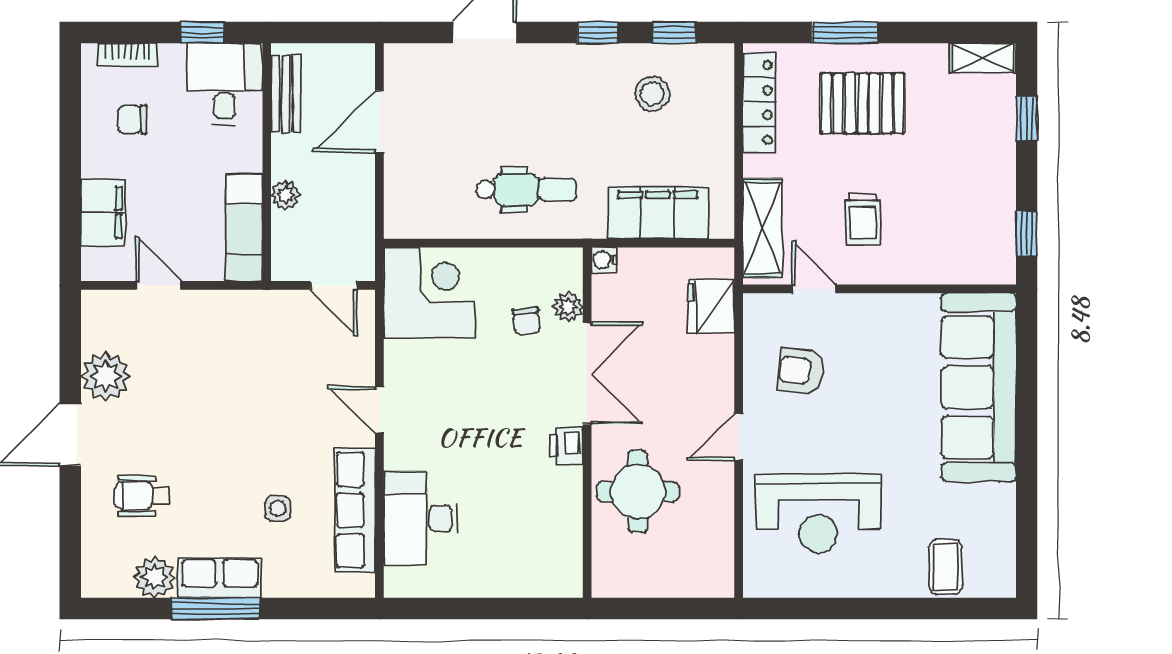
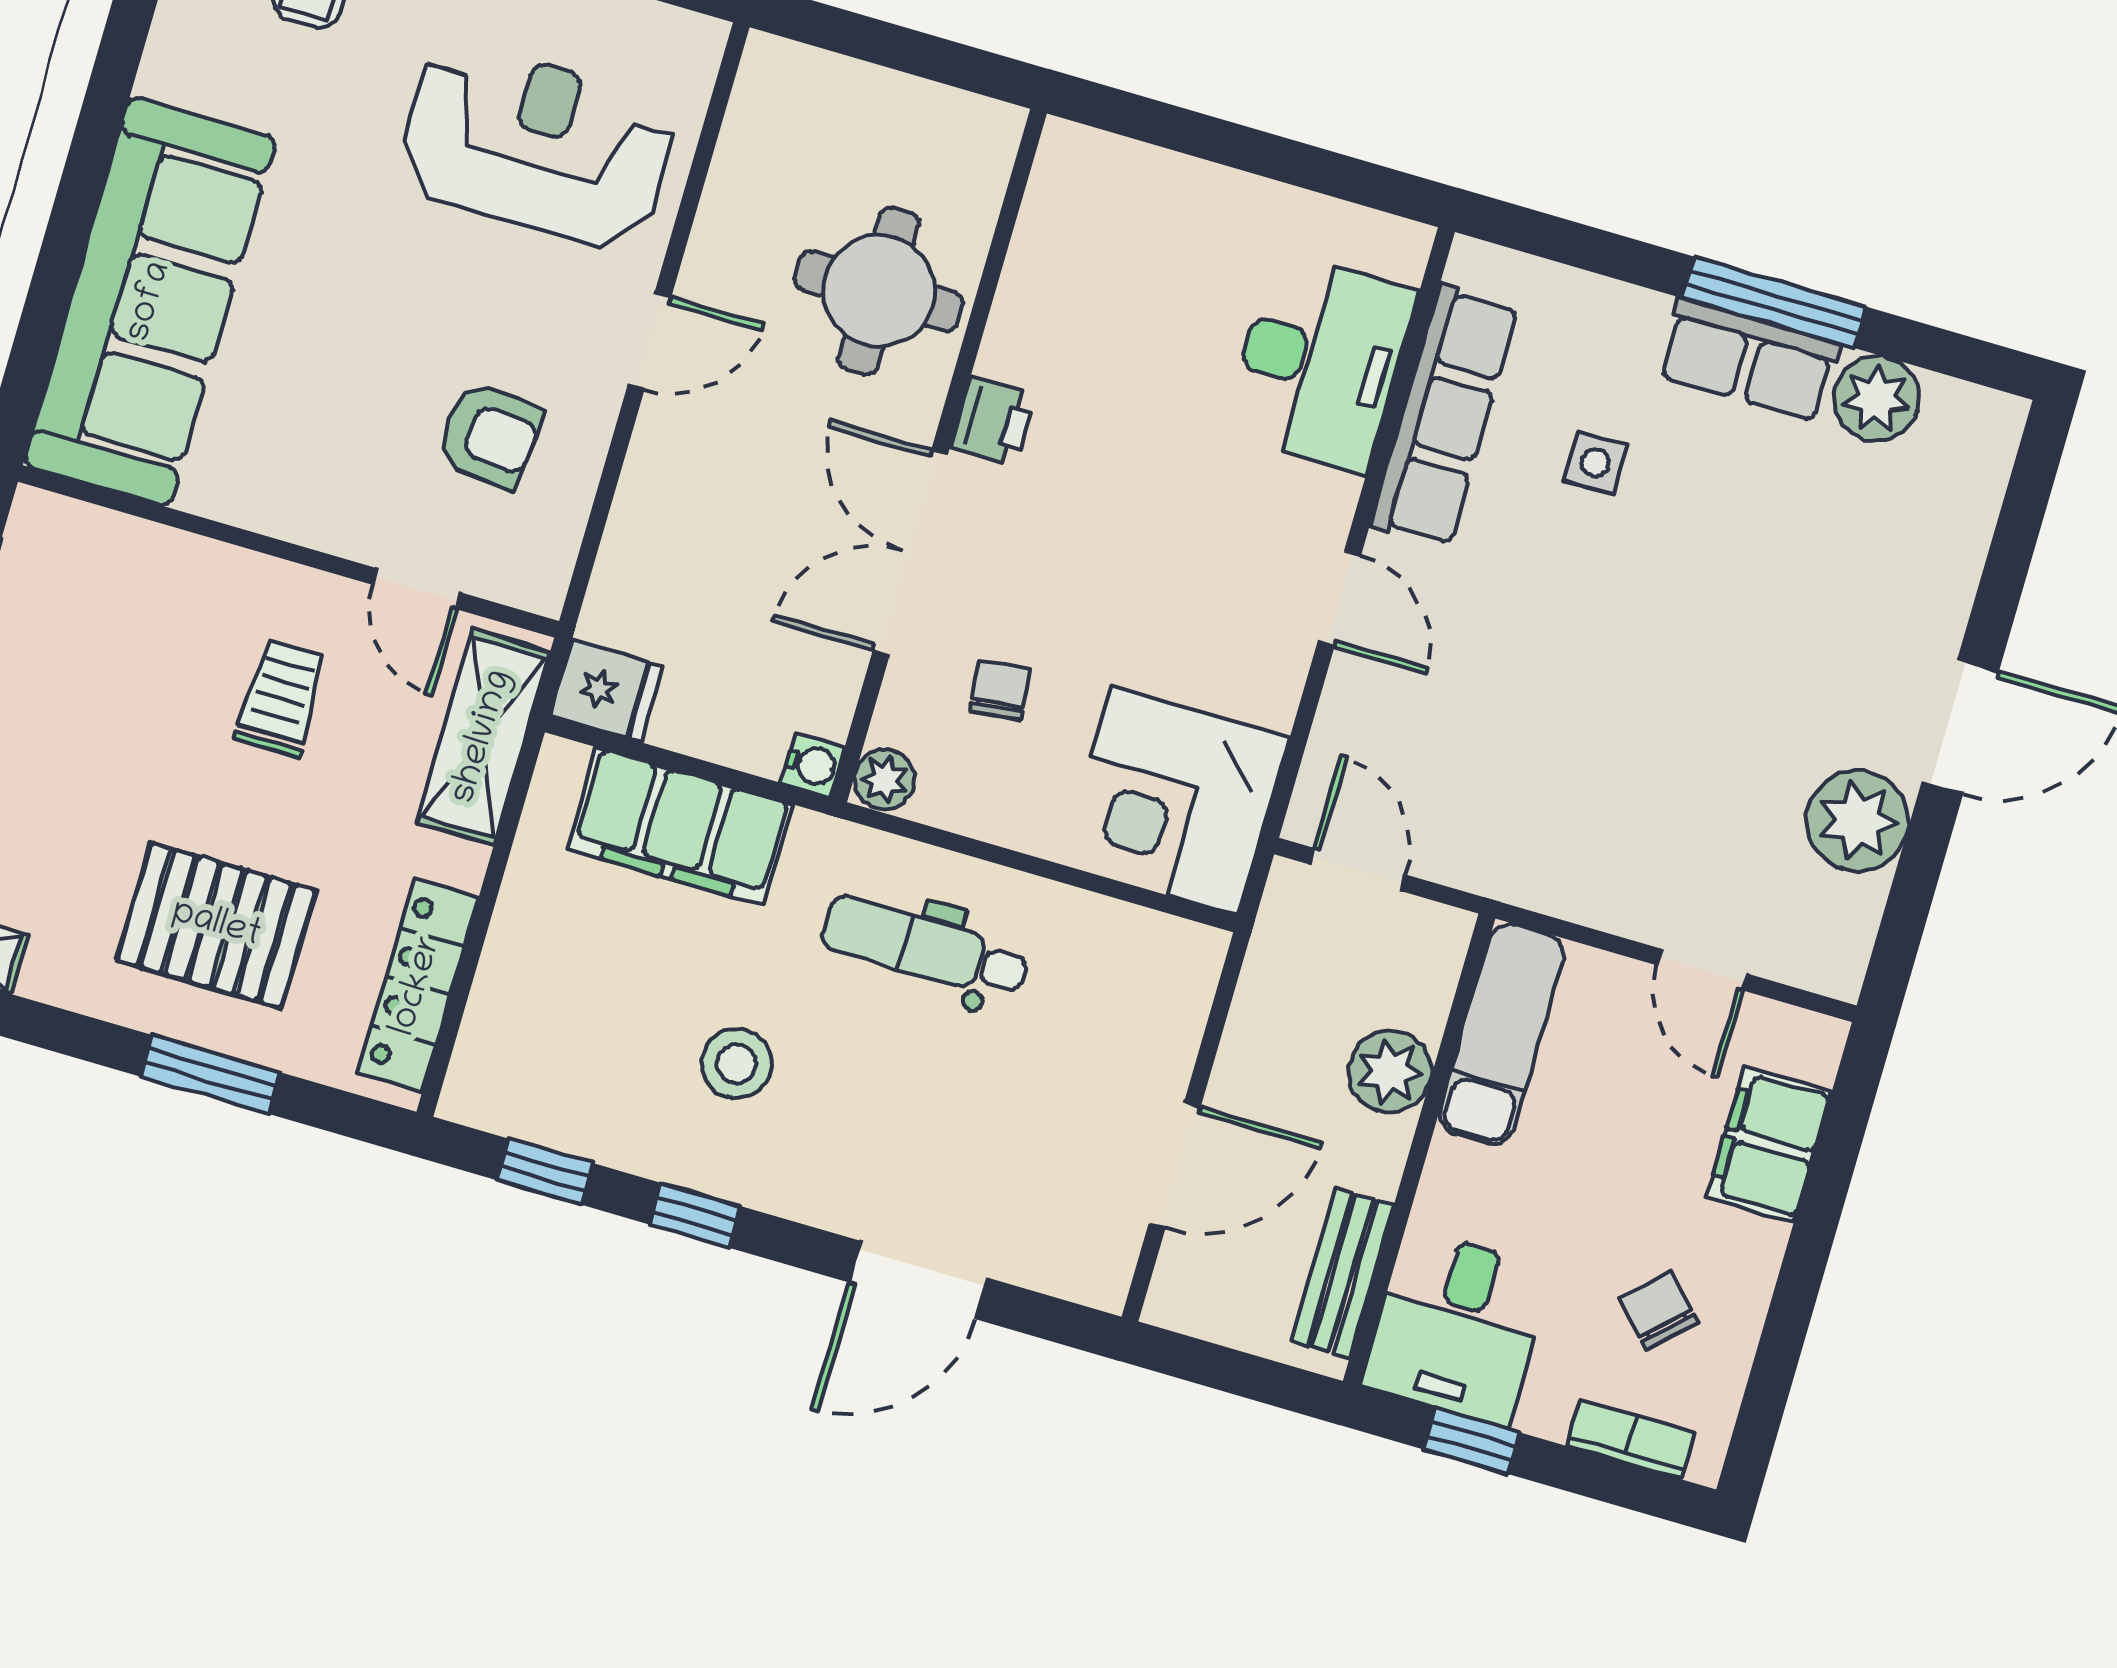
stool: (652, 94) -> (737, 1064), moved
chair: (132, 119) -> (1659, 1310), turned -134
plant: (286, 195) -> (1390, 1071), width x1.38, depth x1.38
fridge: (711, 306) -> (606, 691), moved, width x0.72
plant: (568, 307) -> (885, 780), moved
wheelchair: (142, 496) -> (1855, 566), removed

